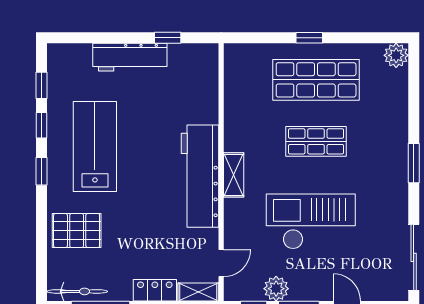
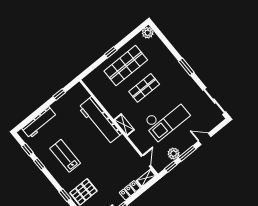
workbench: (130, 57) -> (39, 122), moved
lab bench: (95, 147) -> (65, 156), width x0.73, depth x0.72
window: (42, 171) -> (65, 195), moved
workbench: (200, 176) -> (100, 120), moved
checkout: (311, 221) -> (166, 119), turned 180

